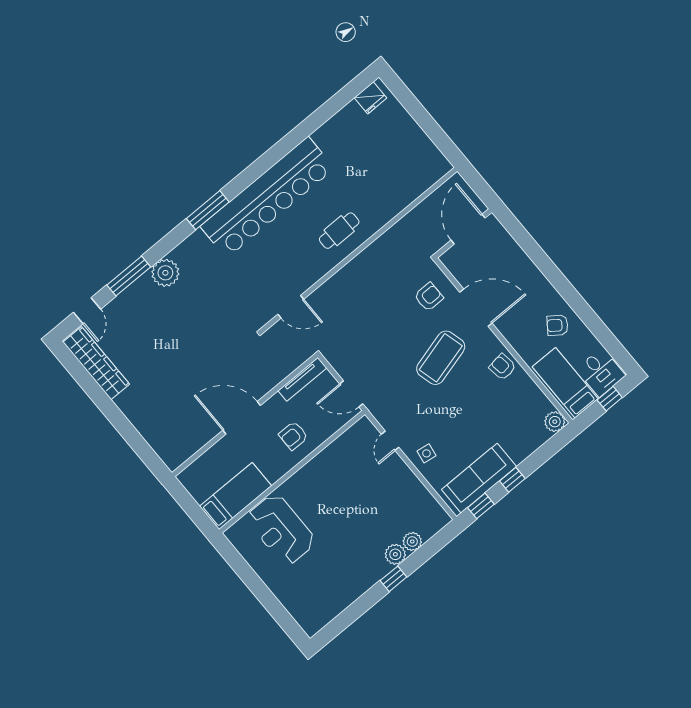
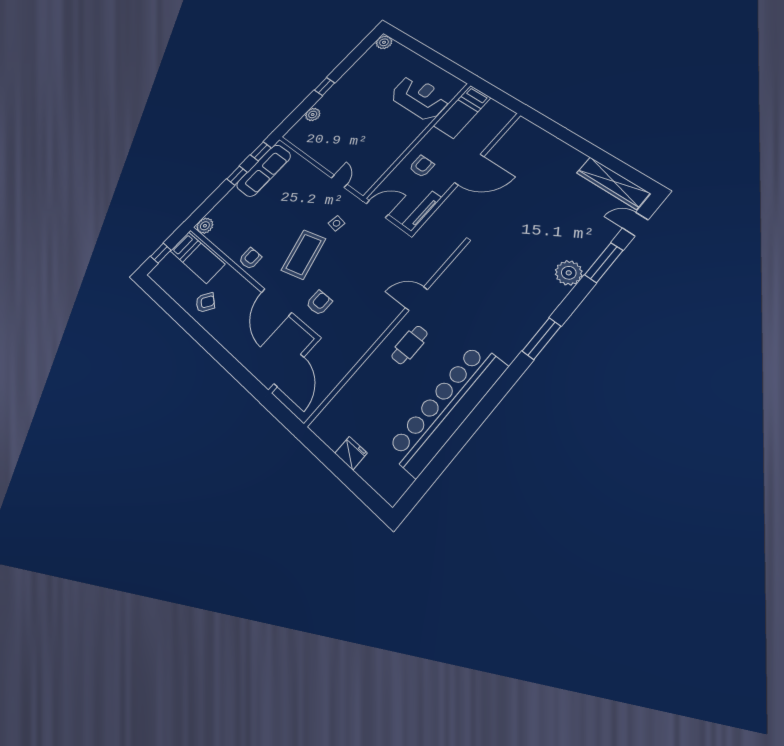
fridge: (370, 98) -> (351, 453), moved, turned 90
bar counter: (267, 197) -> (447, 408), moved
armchair: (429, 297) -> (319, 303), turned 180
door: (291, 307) -> (416, 299), moved
door: (476, 308) -> (277, 302), hinge flipped
door: (87, 311) -> (635, 224), hinge flipped
armchair: (503, 367) -> (250, 259), turned -82
desk: (601, 372) -> (168, 272), removed
side table: (426, 453) -> (337, 223), moved
plant: (395, 554) -> (384, 42), moved

